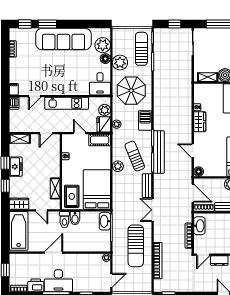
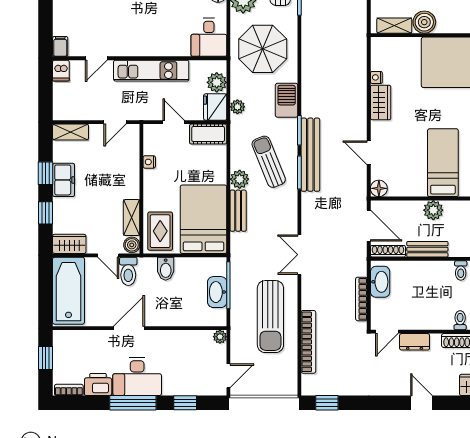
bench: (147, 186) -> (238, 211), moved
boiler: (55, 204) -> (132, 245), added
toilet: (64, 220) -> (128, 271), moved
washbasin: (105, 221) -> (217, 292), moved

